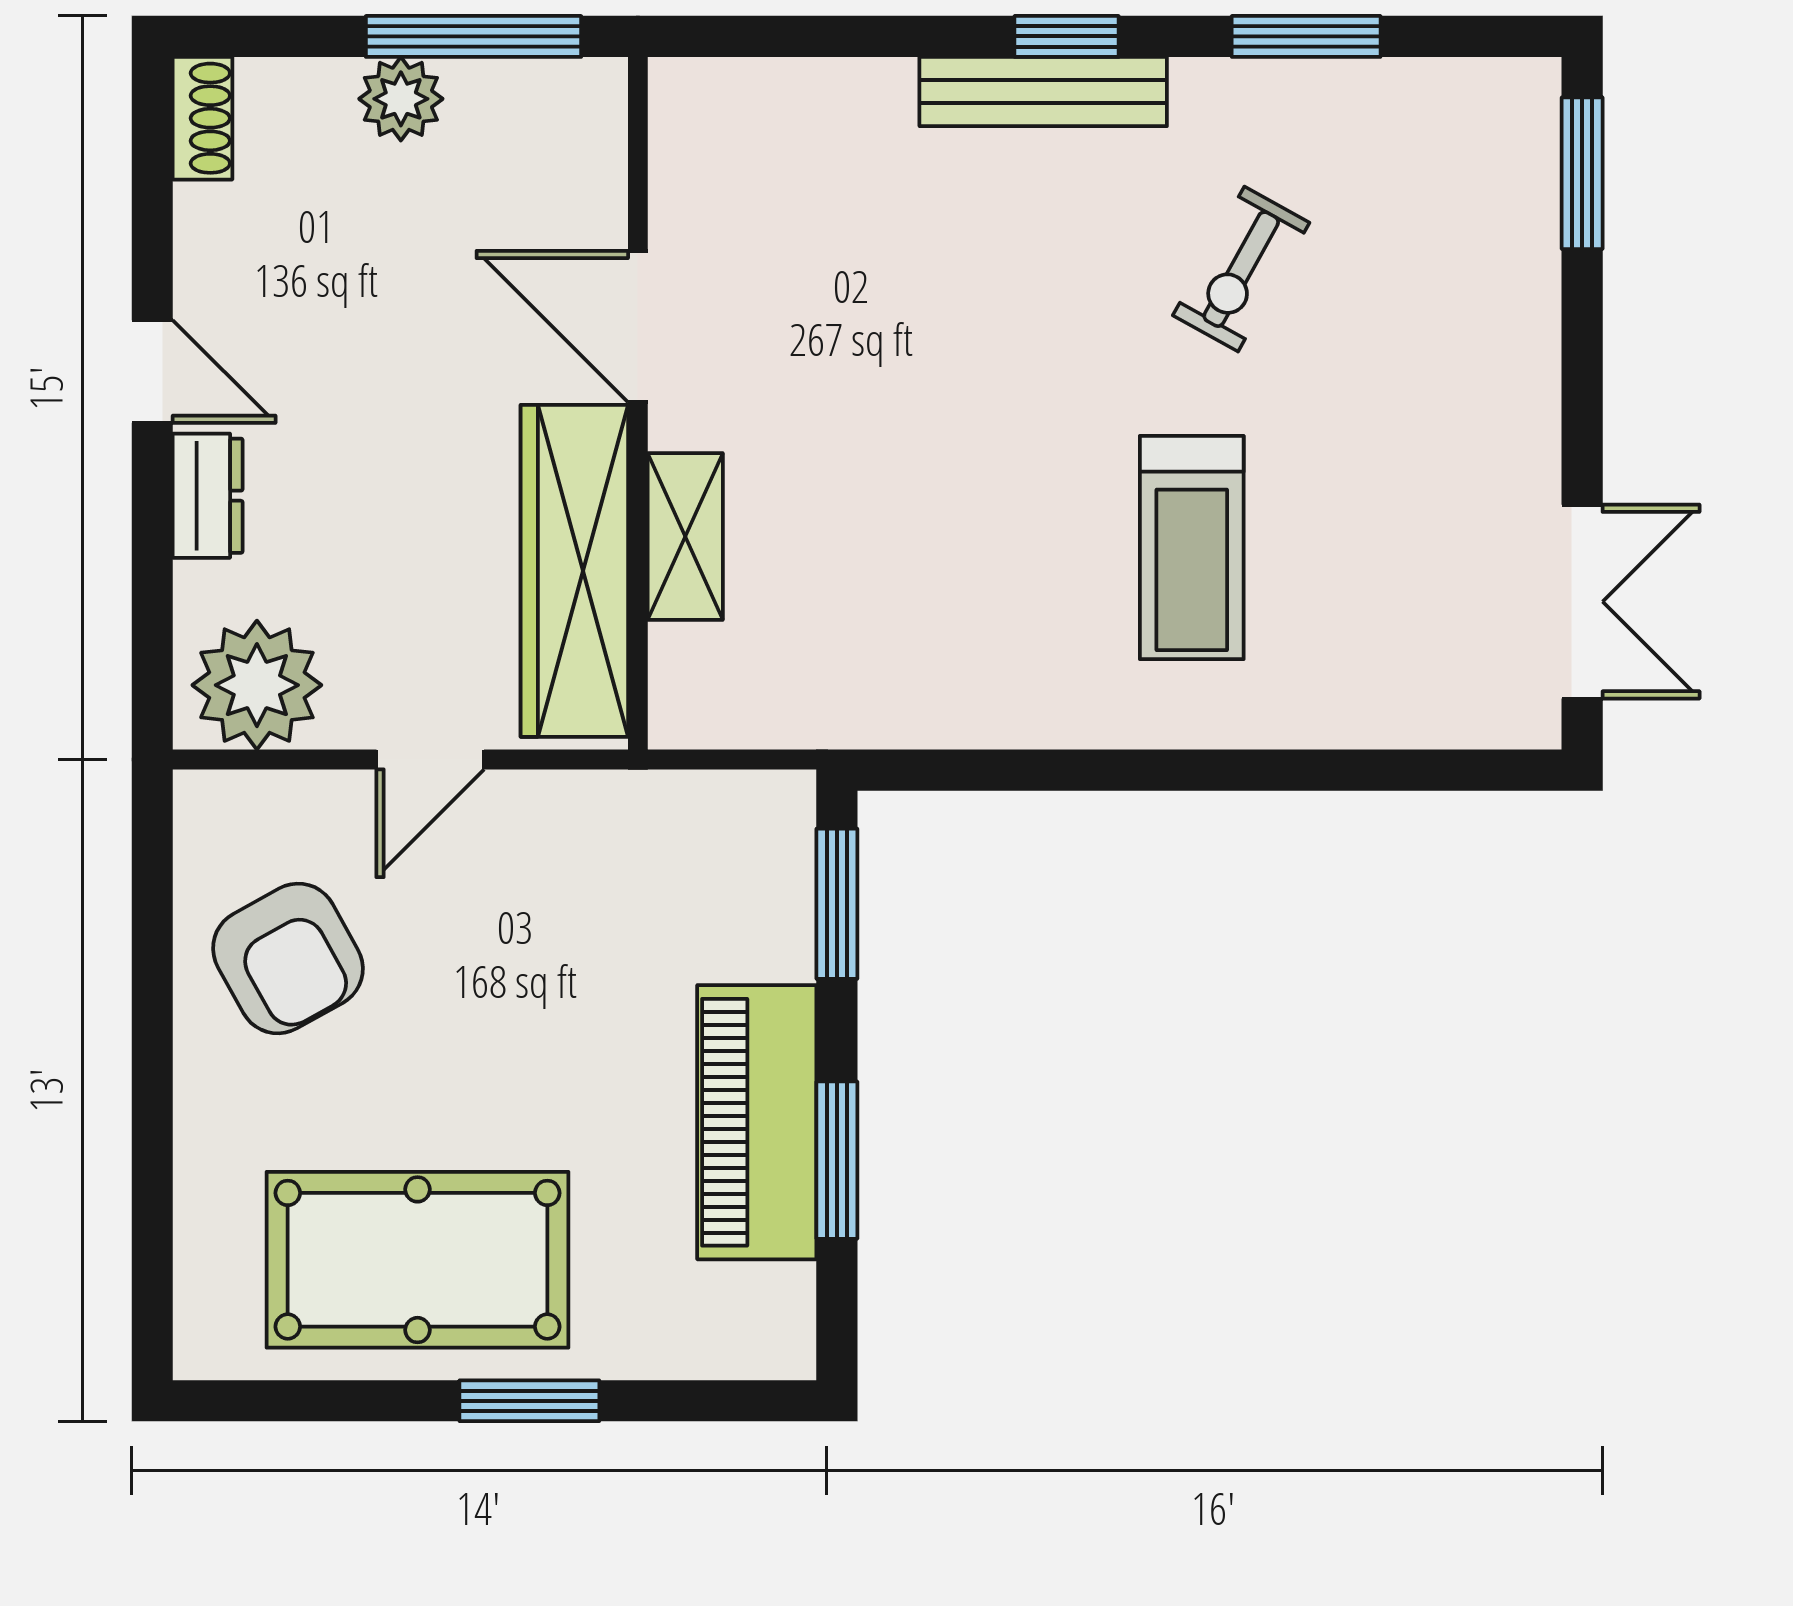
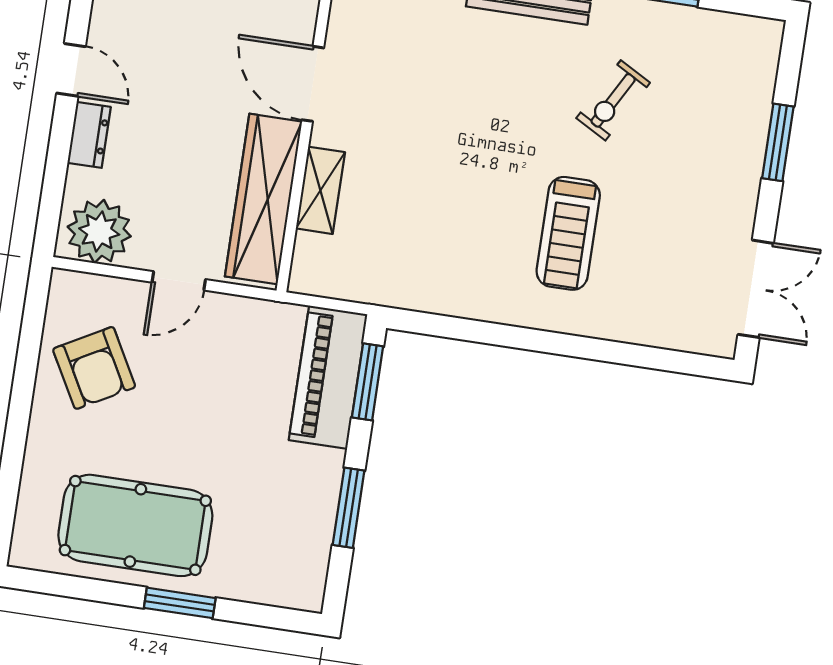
window: (1582, 173) -> (778, 142), moved
piano: (757, 1122) -> (328, 377), moved

